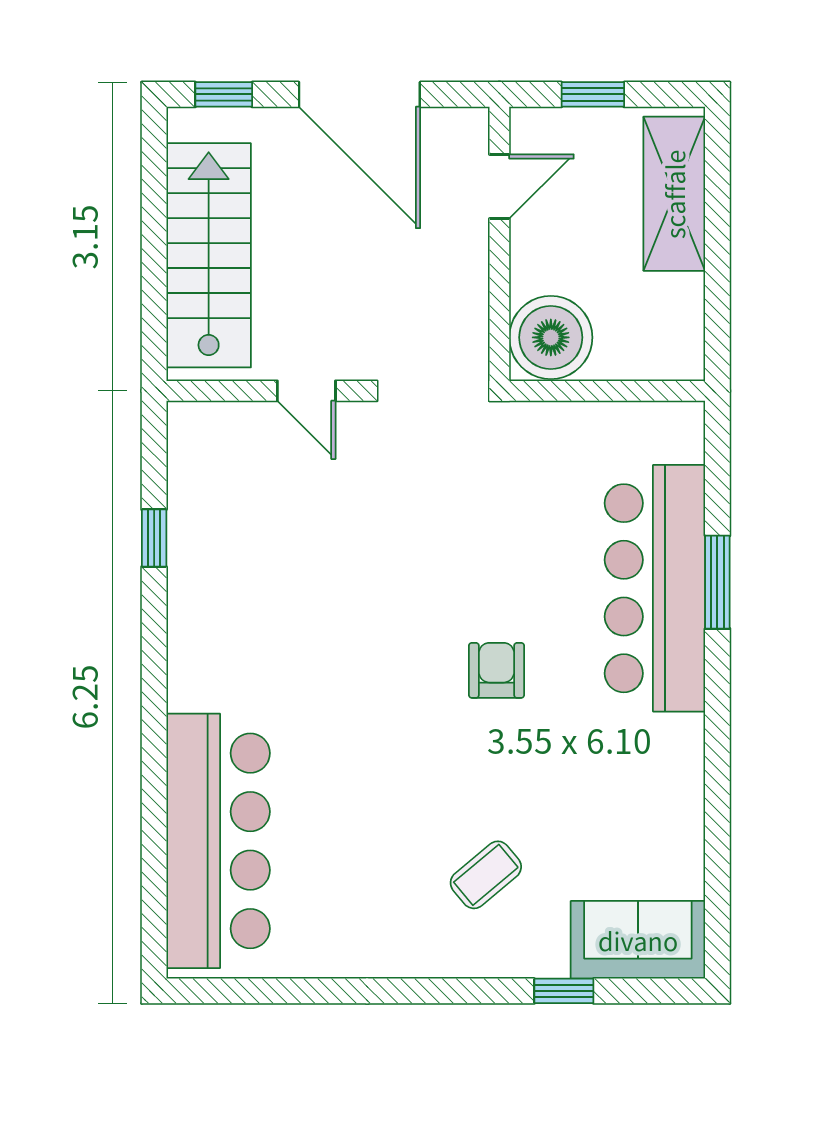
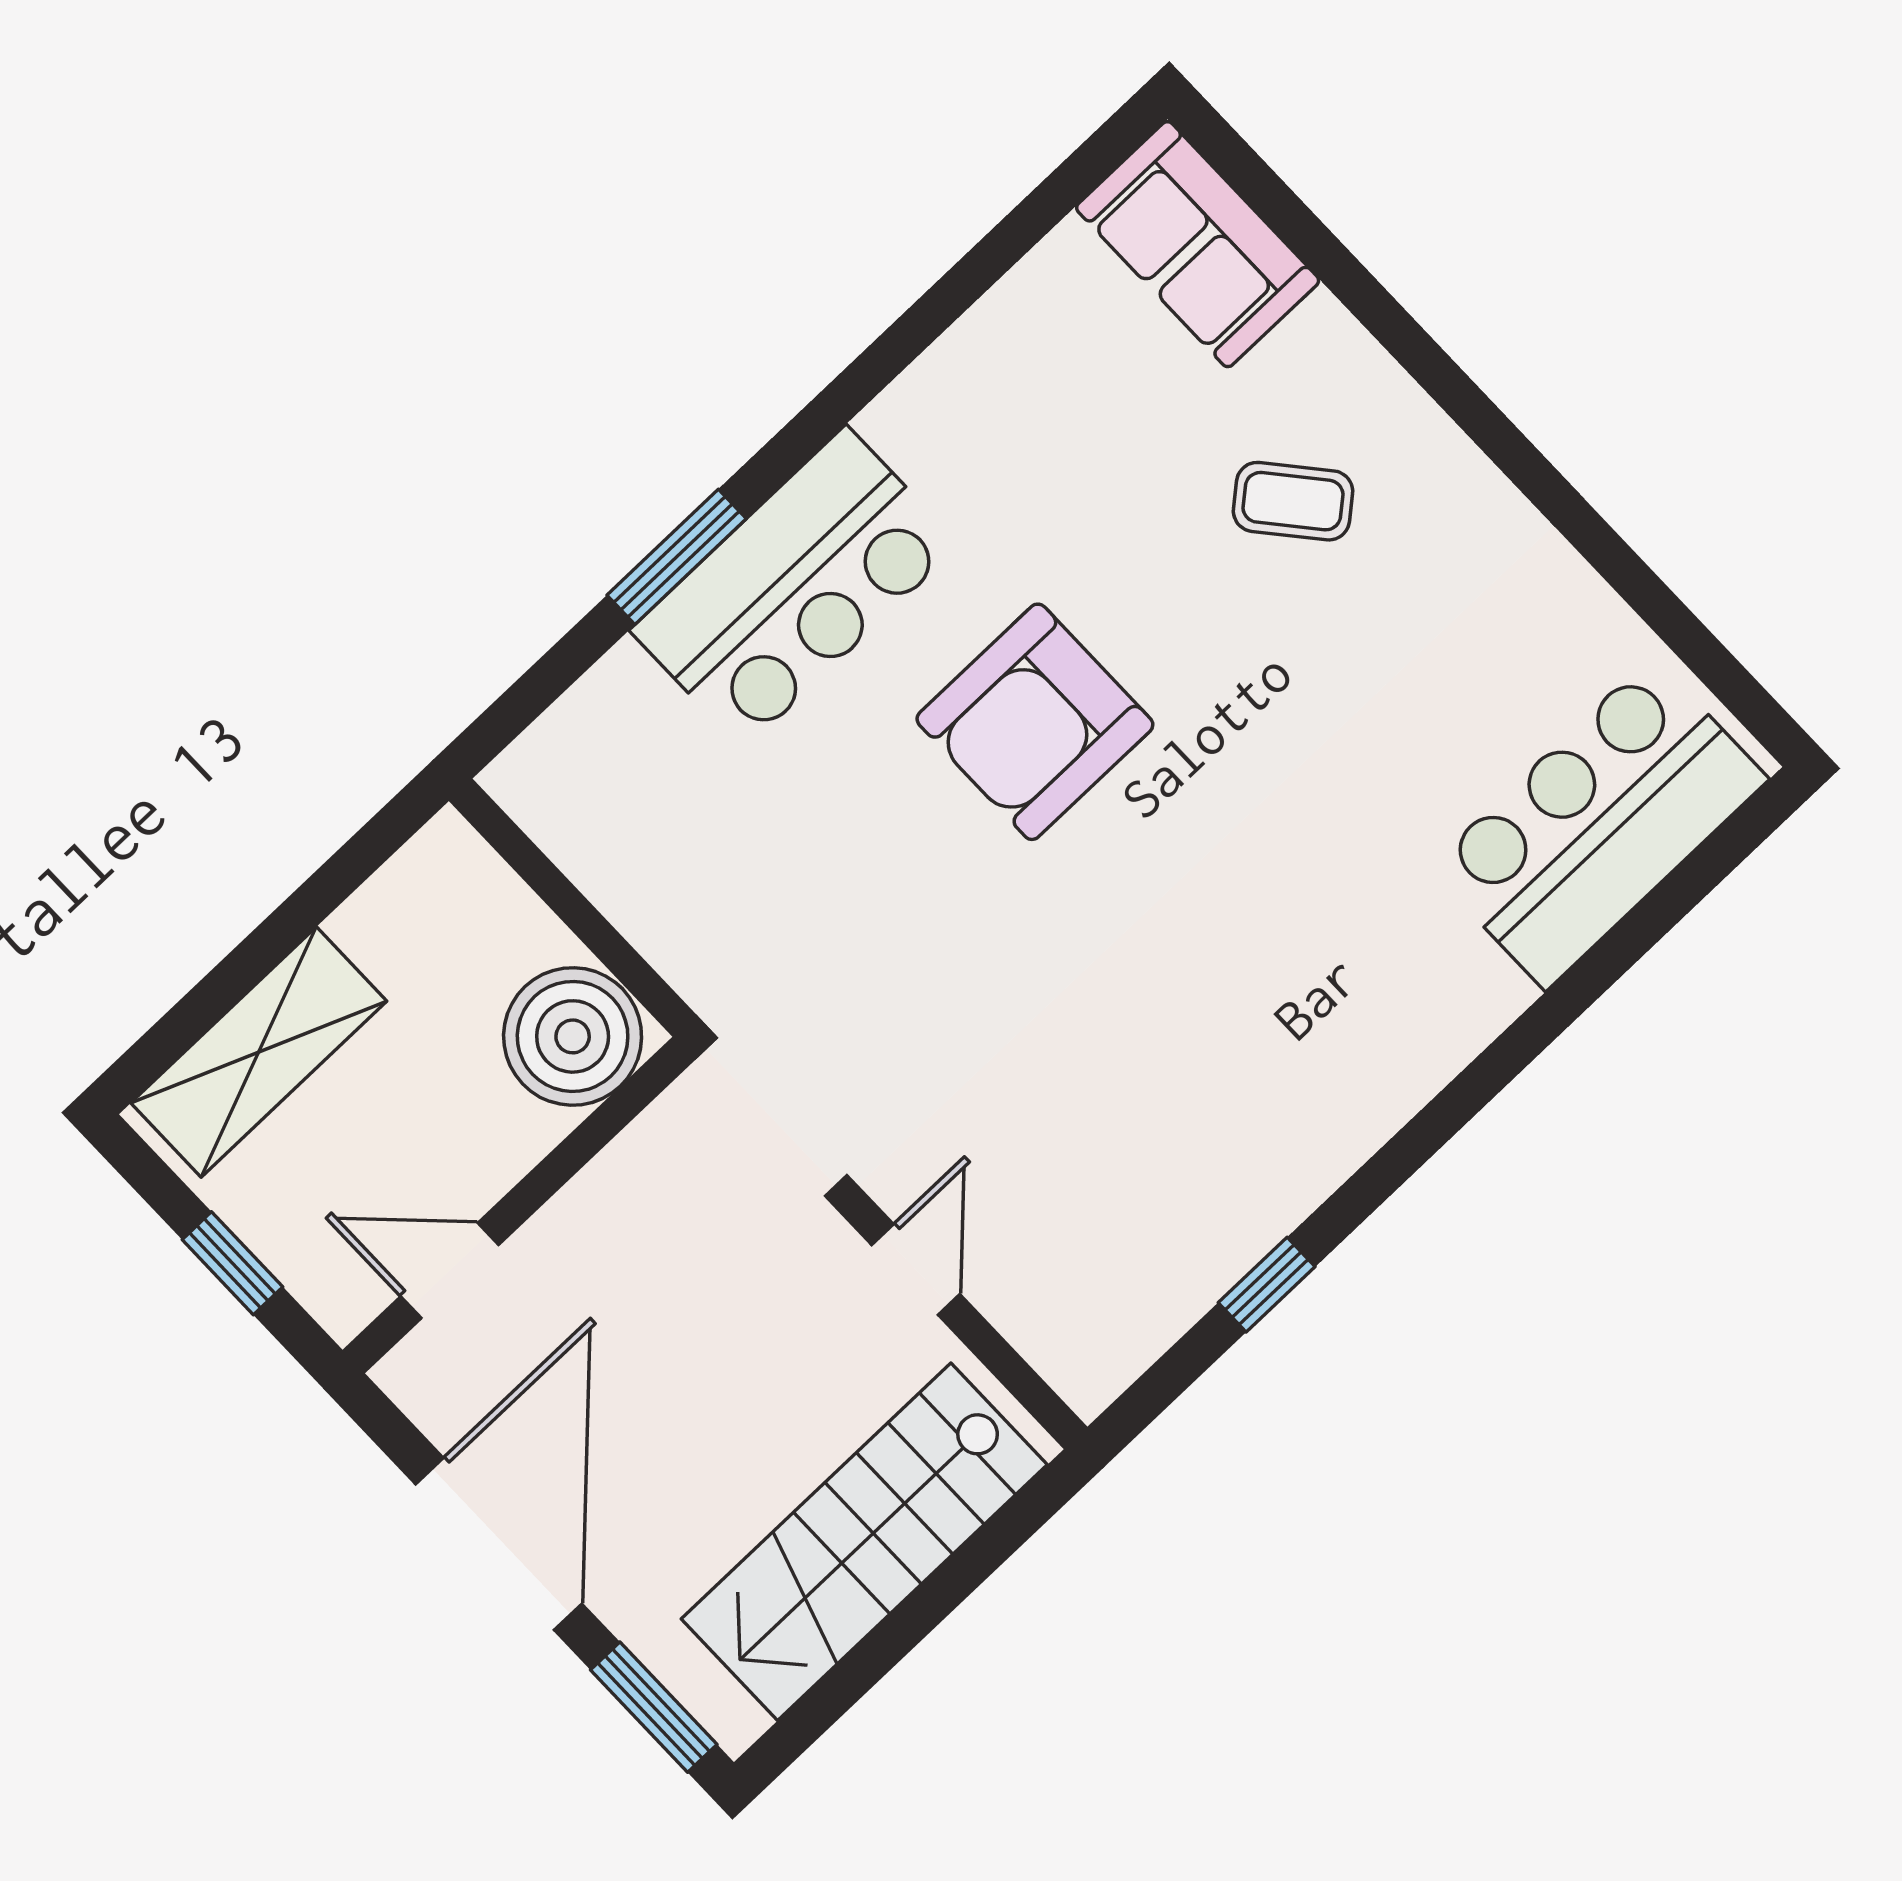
window: (224, 94) -> (654, 1707), width x1.50
bar counter: (655, 588) -> (795, 587), width x0.73
armchair: (496, 670) -> (1035, 722), width x1.88, depth x1.88
bar counter: (218, 841) -> (1599, 823), width x0.73
window: (564, 991) -> (1344, 275), removed

